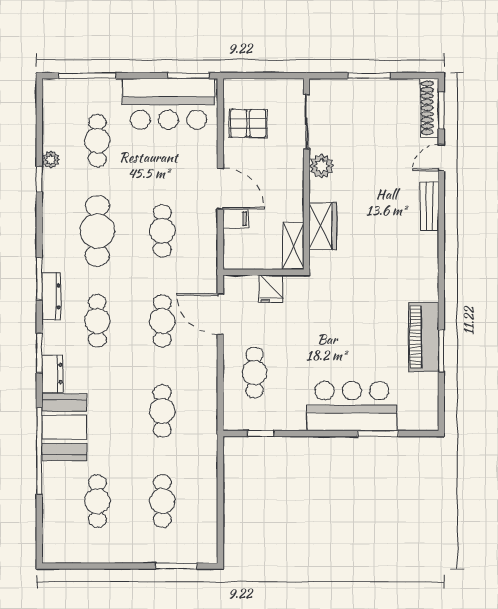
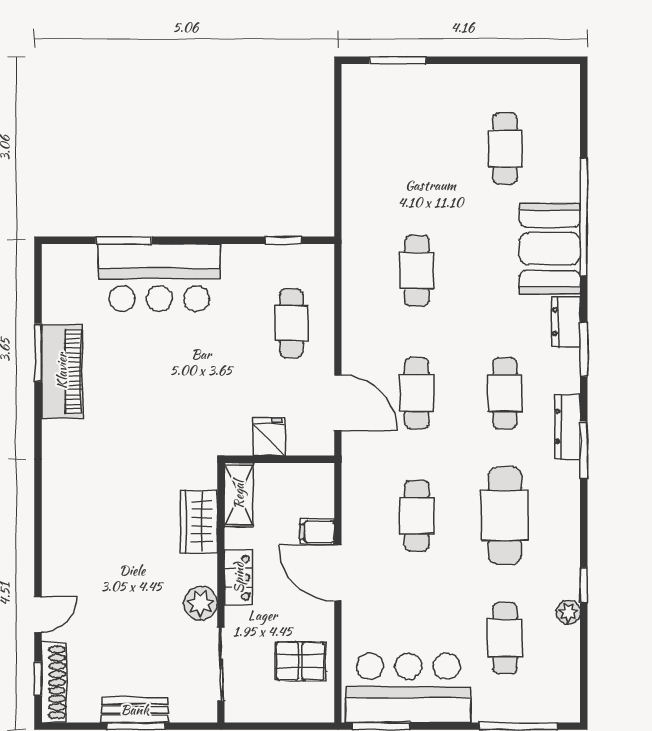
window: (441, 111) -> (38, 679), width x0.67
locker: (294, 185) -> (239, 578), added
bench: (429, 206) -> (135, 710), moved, turned 90
cafe table: (162, 501) -> (417, 149), removed

